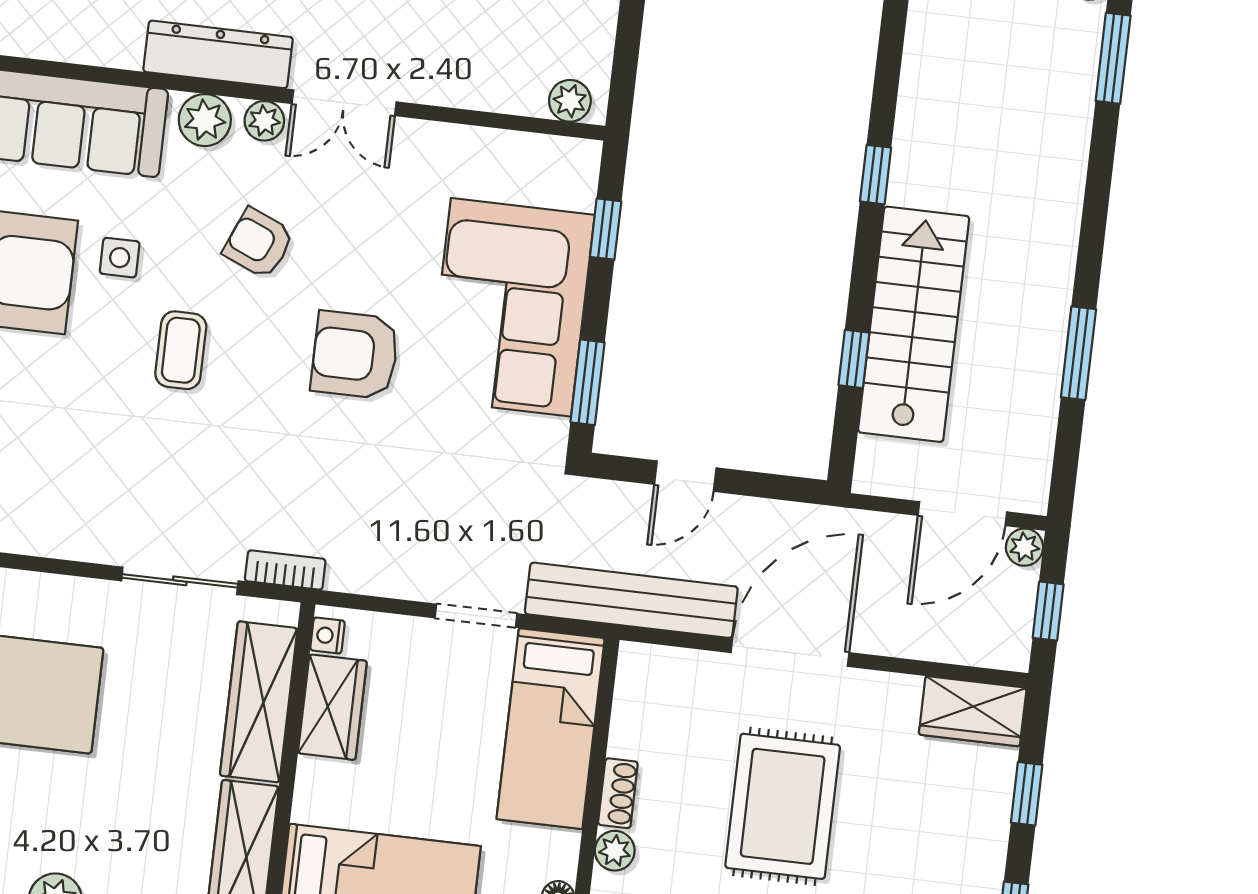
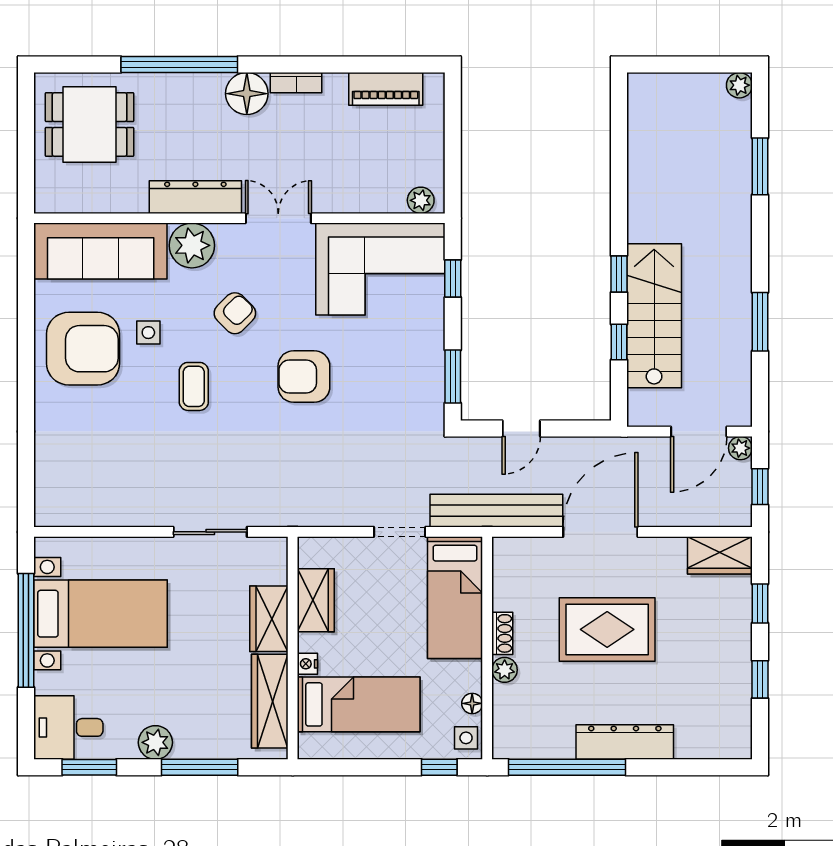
window: (1113, 58) -> (760, 166), moved
double door: (344, 103) -> (278, 218), swing flipped
plant: (205, 120) -> (192, 245), width x1.36, depth x1.36
plant: (264, 121) -> (229, 236), removed
window: (876, 175) -> (619, 274), moved
armchair: (259, 243) -> (235, 313), turned 112
corner sofa: (511, 307) -> (380, 269), moved, turned -90
bookcase: (285, 570) -> (276, 517), removed
nightstand: (327, 636) -> (307, 664), moved
wardrobe: (259, 702) -> (269, 619), width x0.67
rug: (783, 806) -> (607, 629), turned 90

